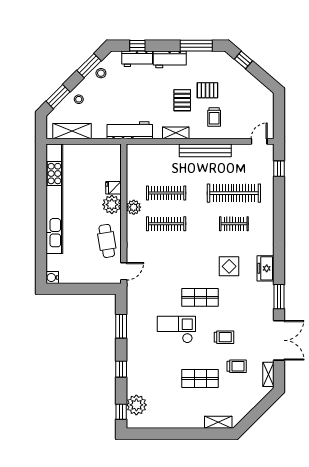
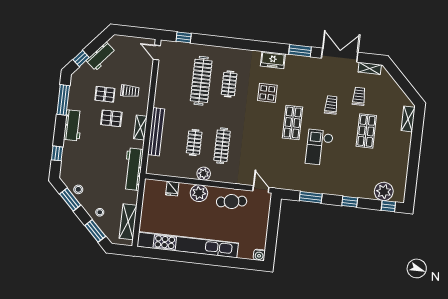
workbench: (137, 59) -> (101, 56), moved, turned 41
pallet: (207, 90) -> (105, 94), turned 90
bench: (205, 150) -> (156, 132), moved
fridge: (113, 188) -> (172, 189), moved
clothes rail: (166, 193) -> (194, 143), width x0.73

